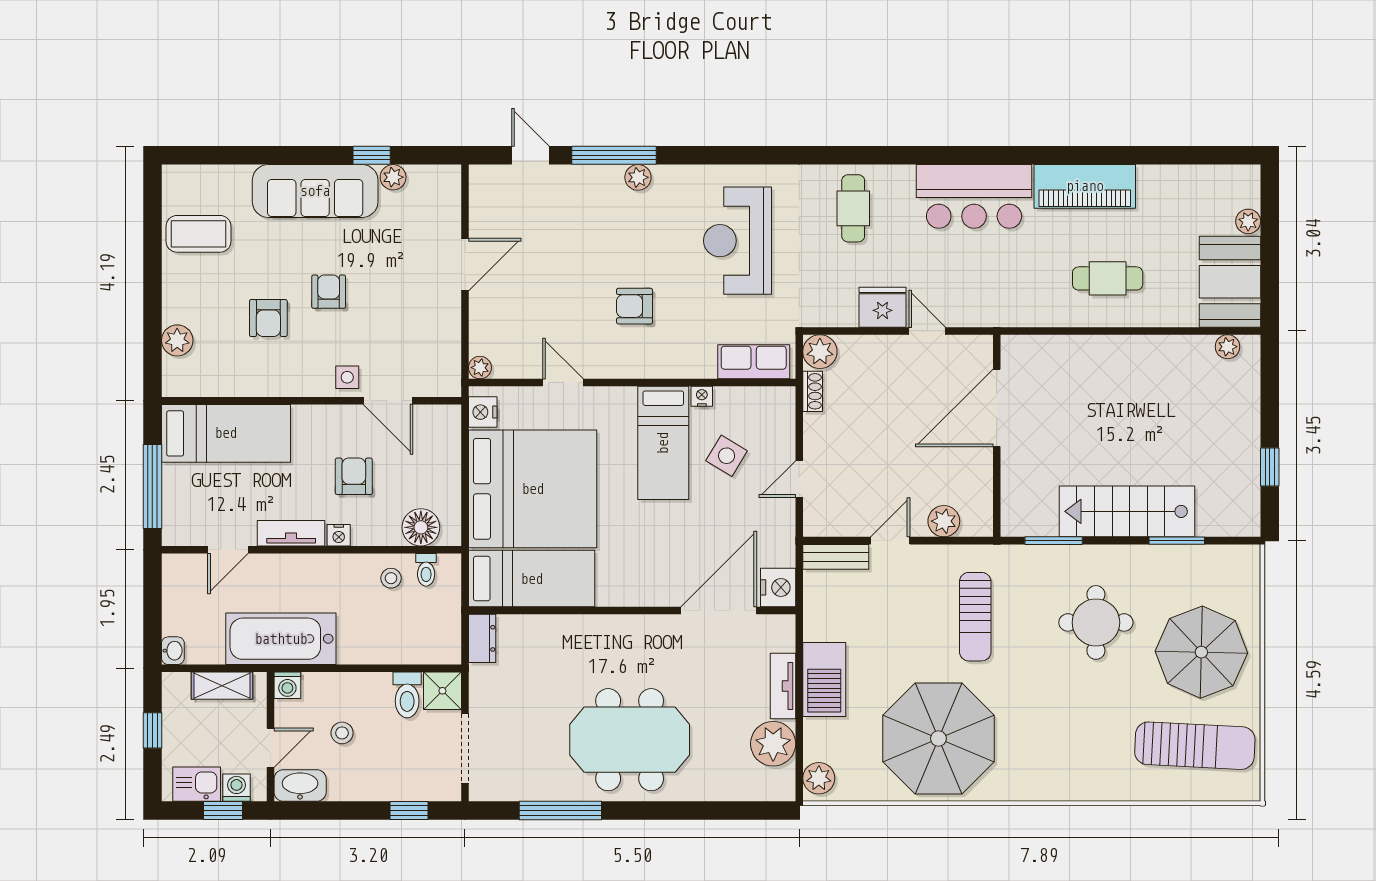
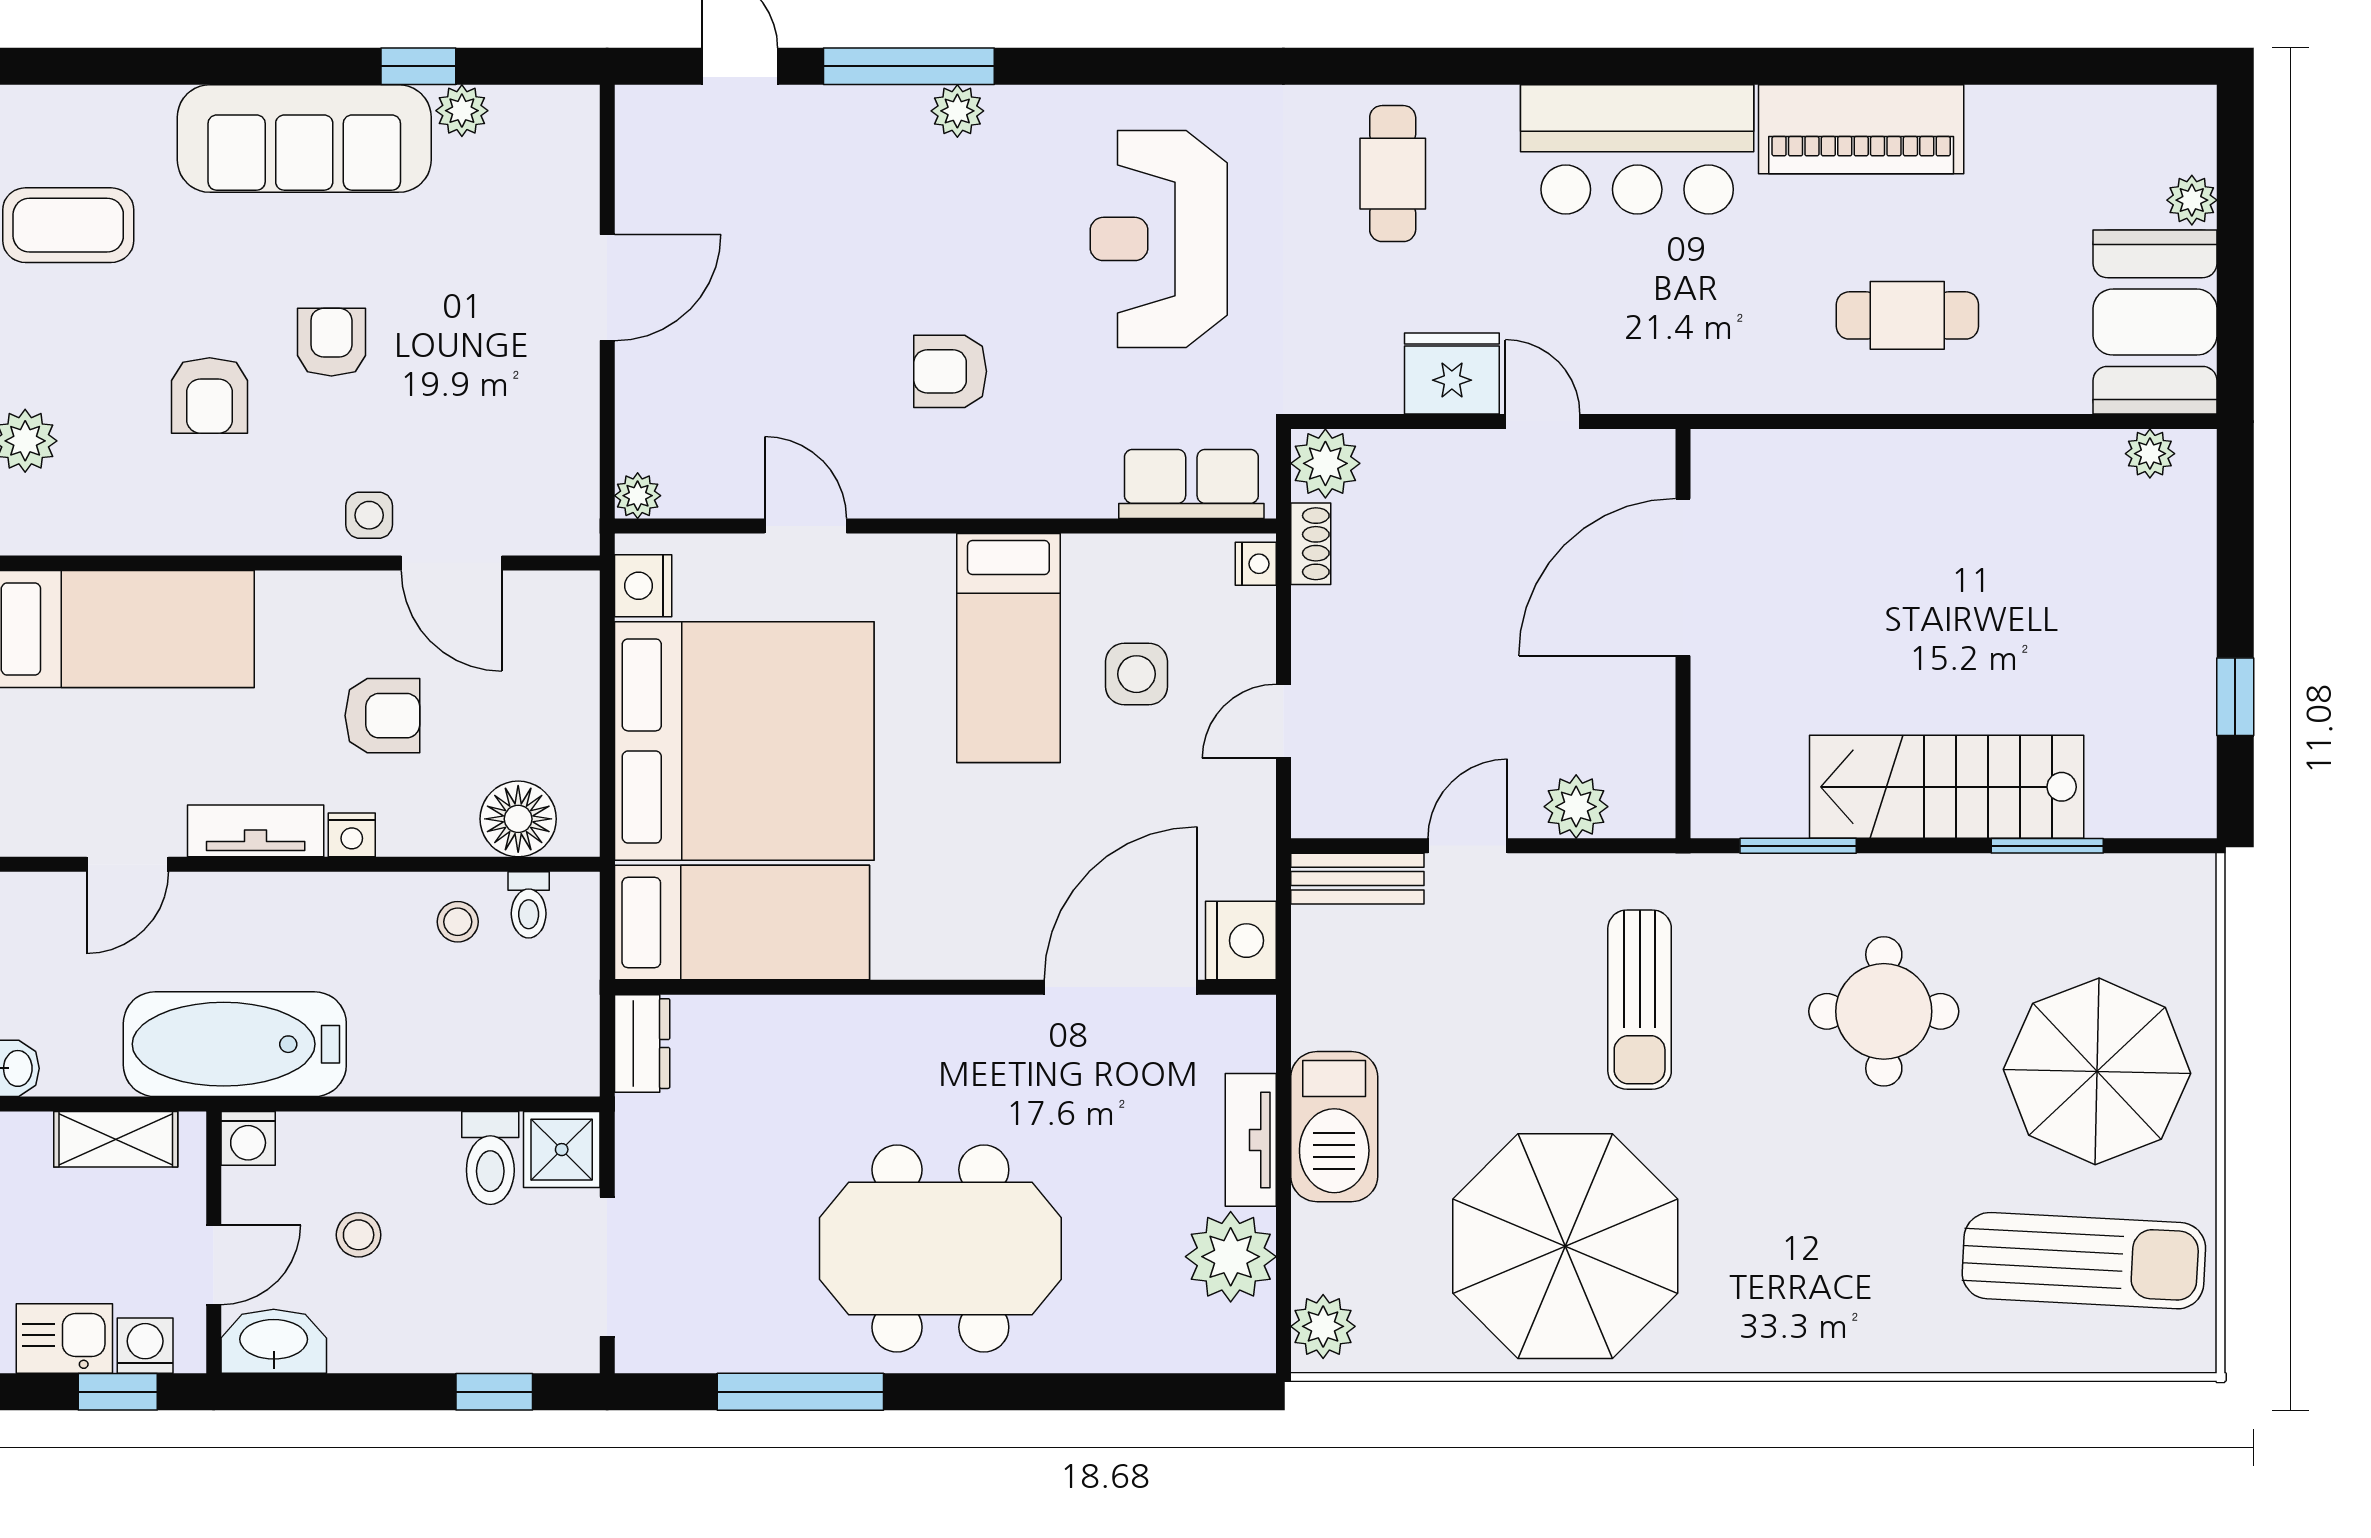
nightstand: (702, 396) -> (1256, 564), moved, turned 90
side table: (727, 456) -> (1137, 674), turned -31
armchair: (354, 476) -> (382, 716), turned 90

